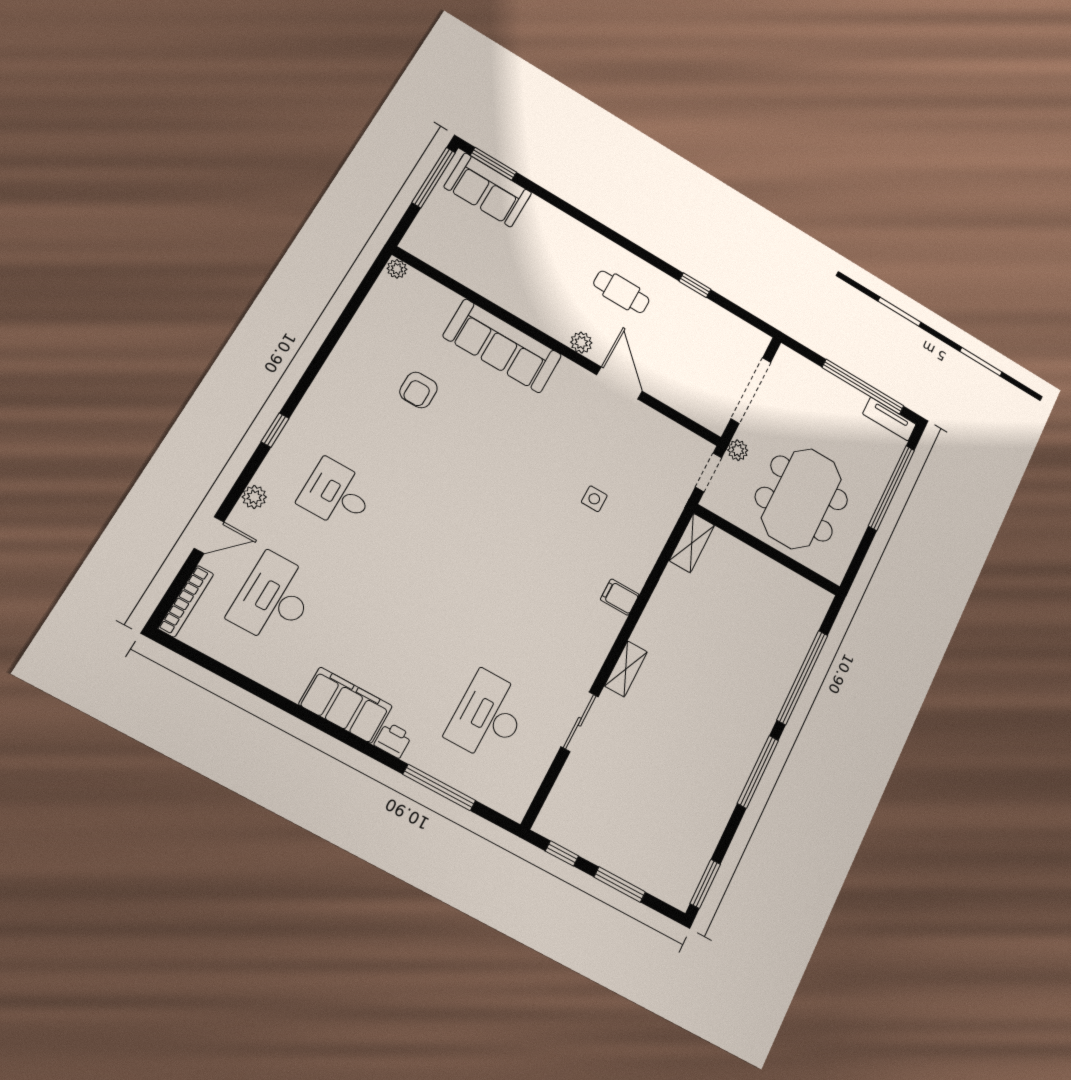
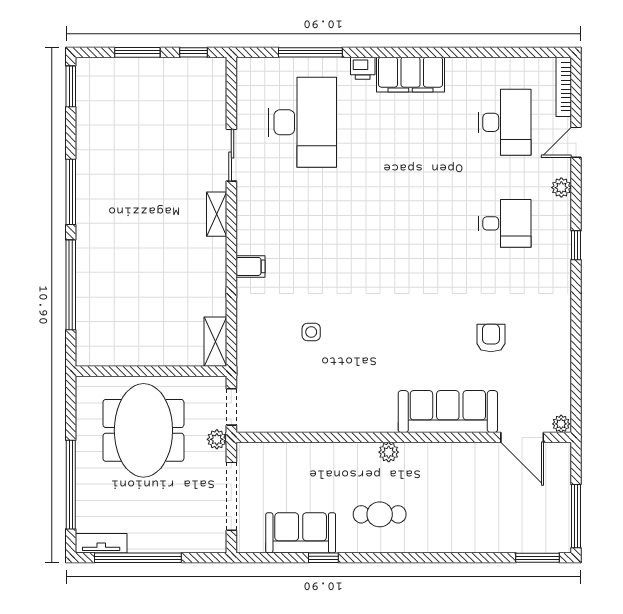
sofa: (488, 190) -> (301, 533), moved
door: (619, 383) -> (522, 437), moved
desk: (488, 716) -> (303, 122), width x1.36, depth x1.30

